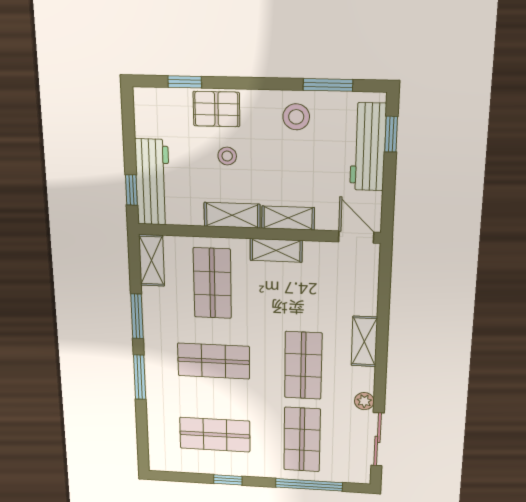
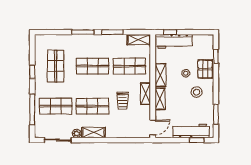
stool: (296, 117) -> (197, 92), moved
trolley: (292, 301) -> (123, 101), added
shelving: (364, 341) -> (94, 132), moved
shop shelf: (214, 361) -> (92, 66), turned 90

